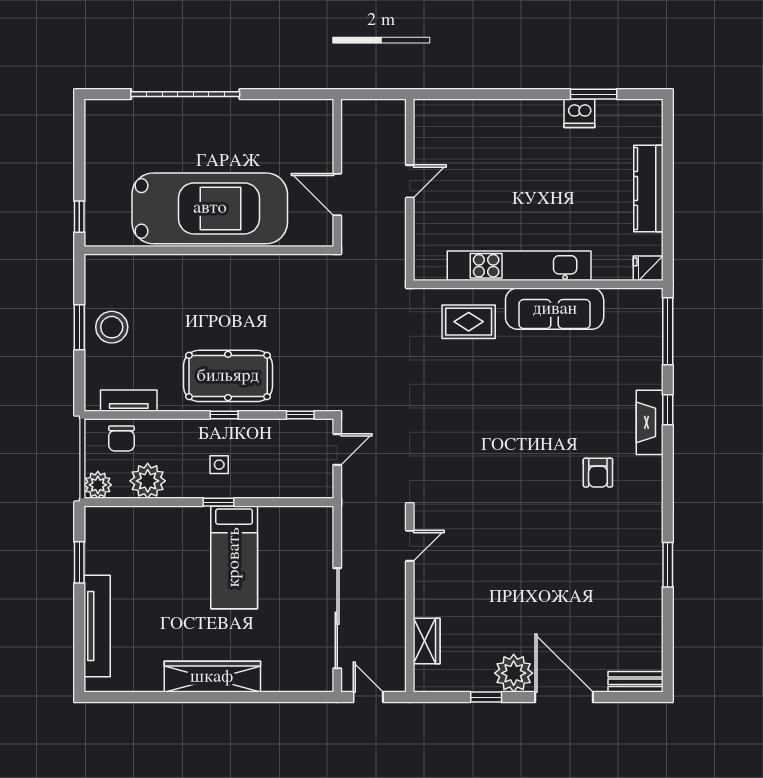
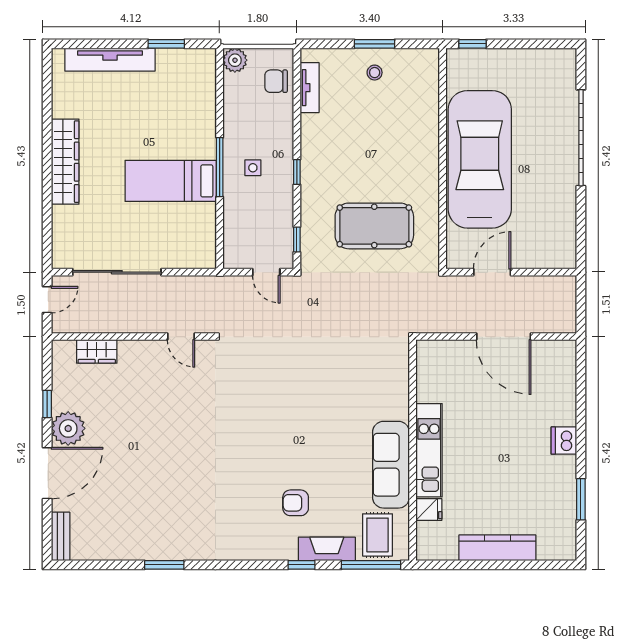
dishwasher: (579, 113) -> (564, 441), moved
door: (410, 181) -> (504, 337), width x1.88
car: (210, 208) -> (480, 159), turned 180
kitchen unit: (519, 266) -> (429, 450), width x0.73
fridge: (648, 268) -> (429, 510), moved, turned 90
rug: (469, 322) -> (377, 535), moved
stool: (112, 327) -> (375, 73), width x0.53, depth x0.53
pool table: (228, 376) -> (374, 226), moved, turned 90
fireplace: (650, 422) -> (327, 549), moved
armchair: (598, 473) -> (296, 503), moved
plant: (148, 481) -> (239, 104), removed
window: (219, 502) -> (220, 167), width x2.17

